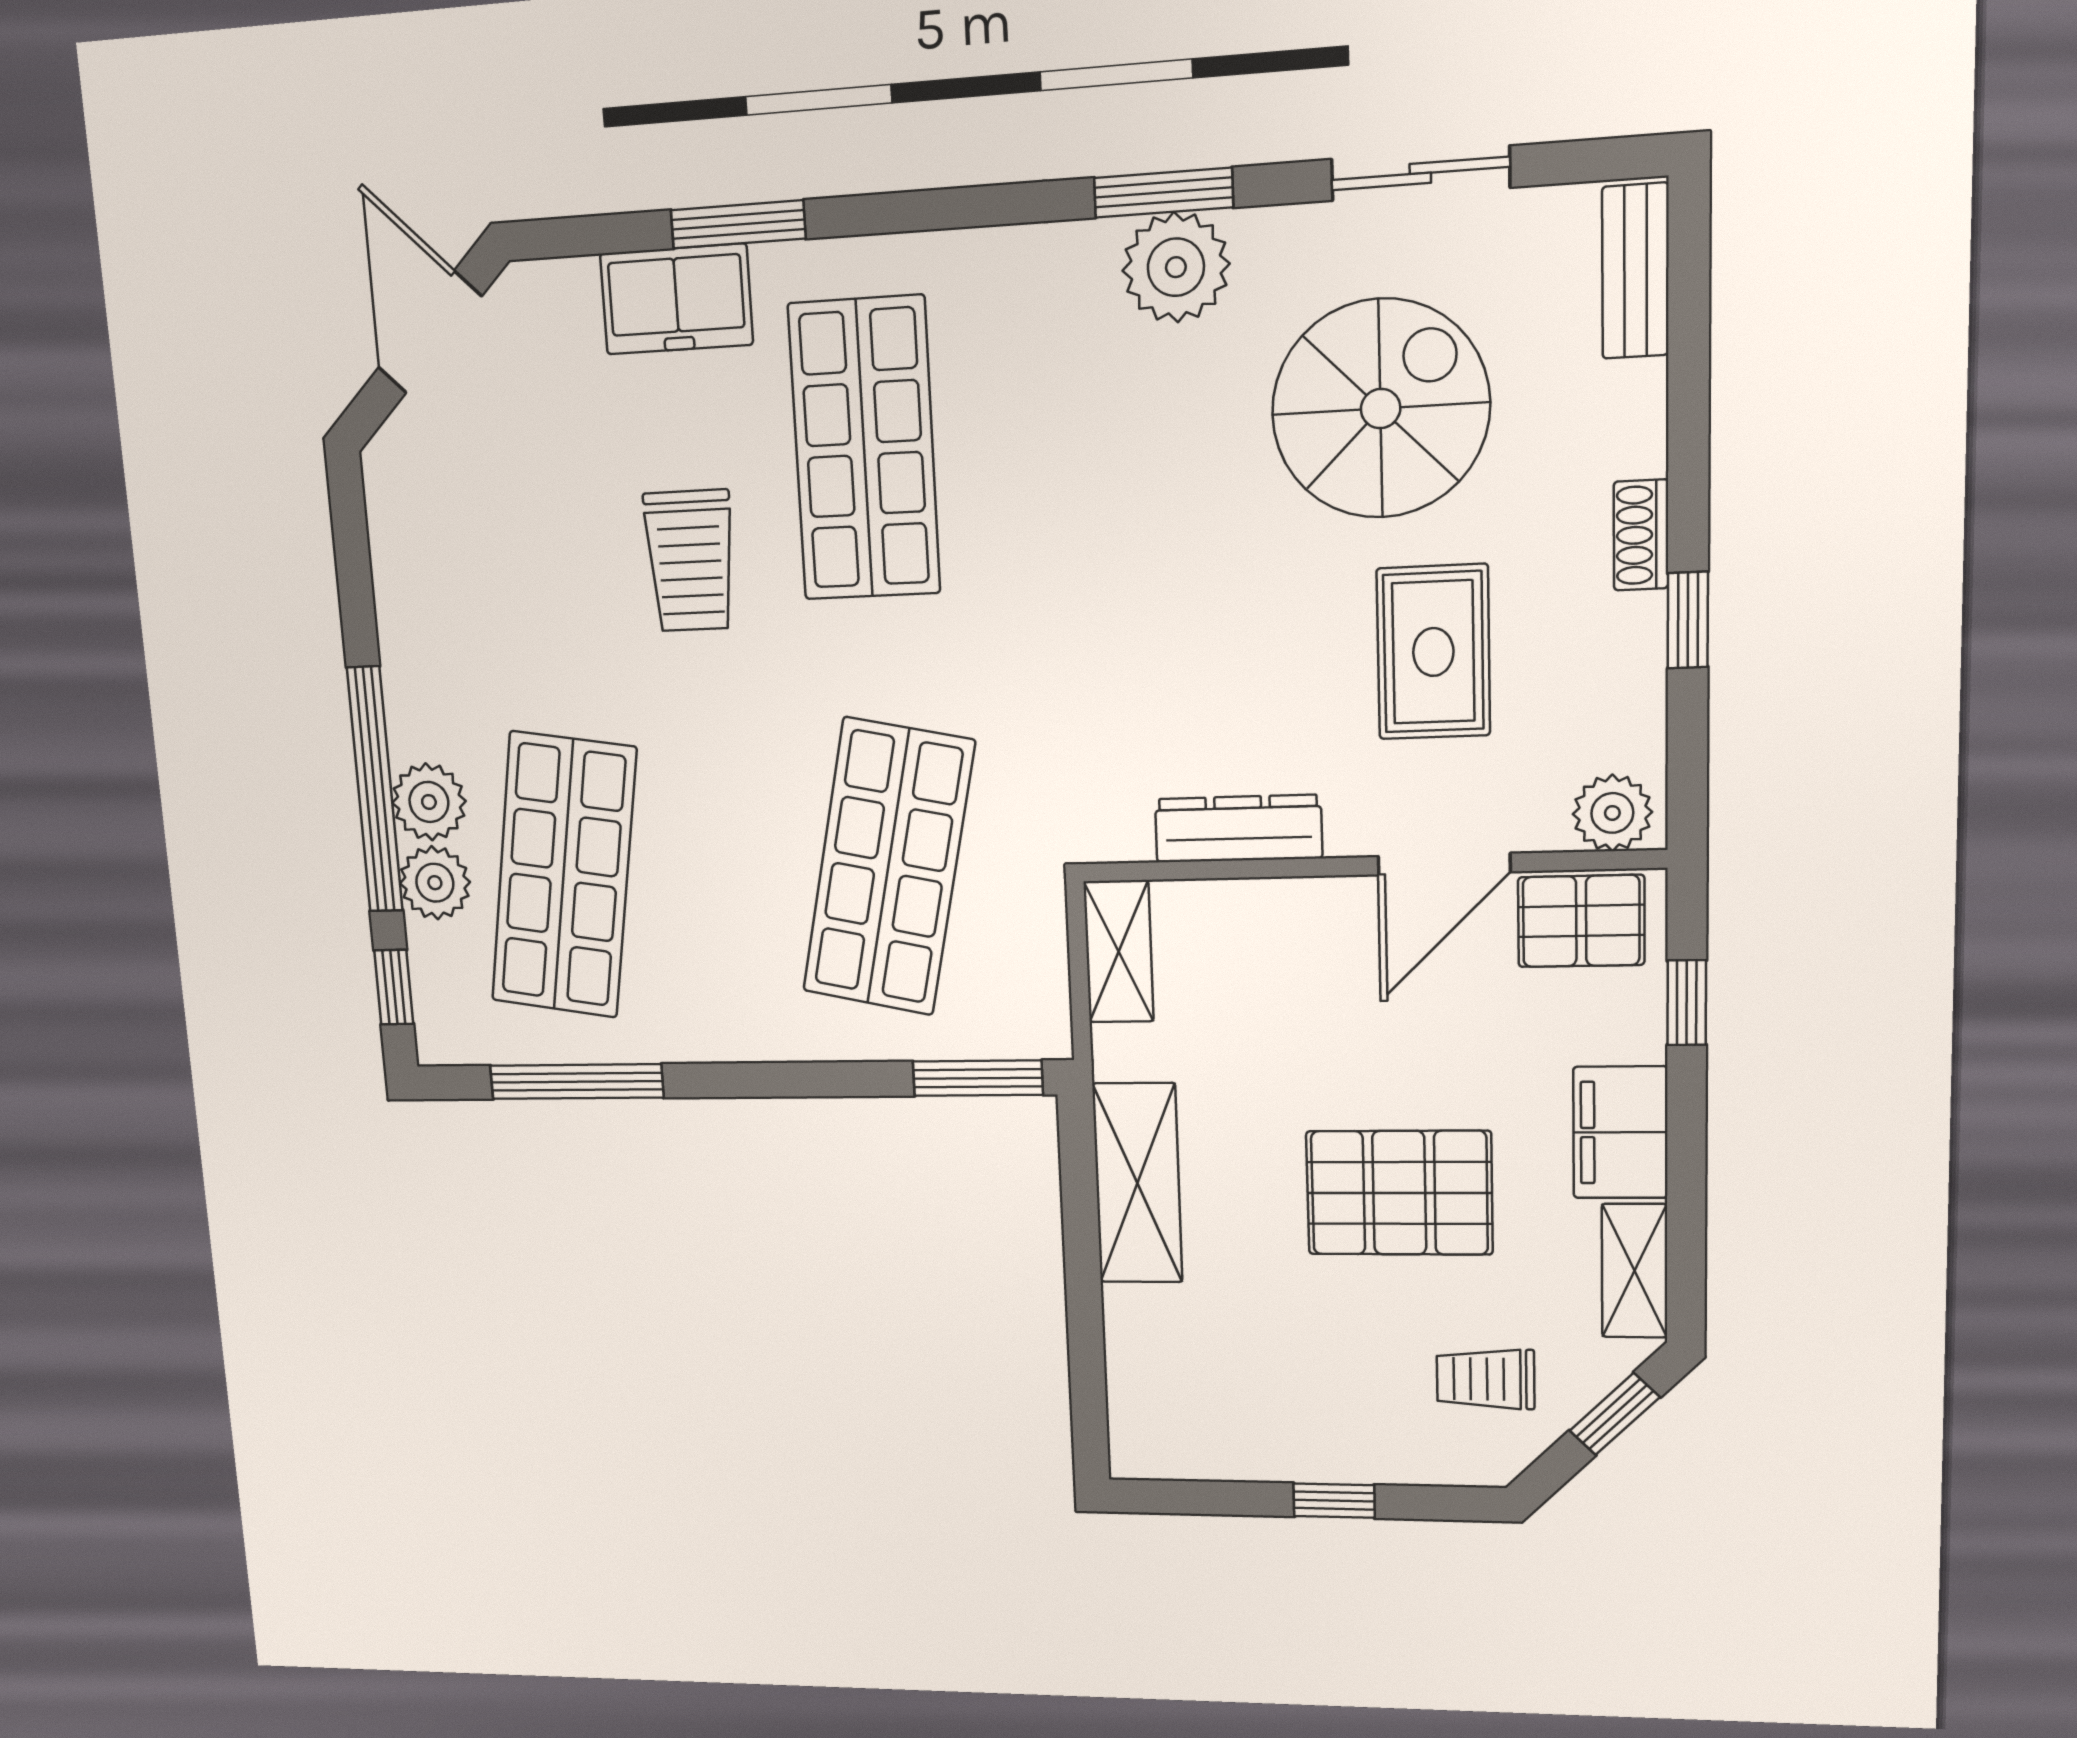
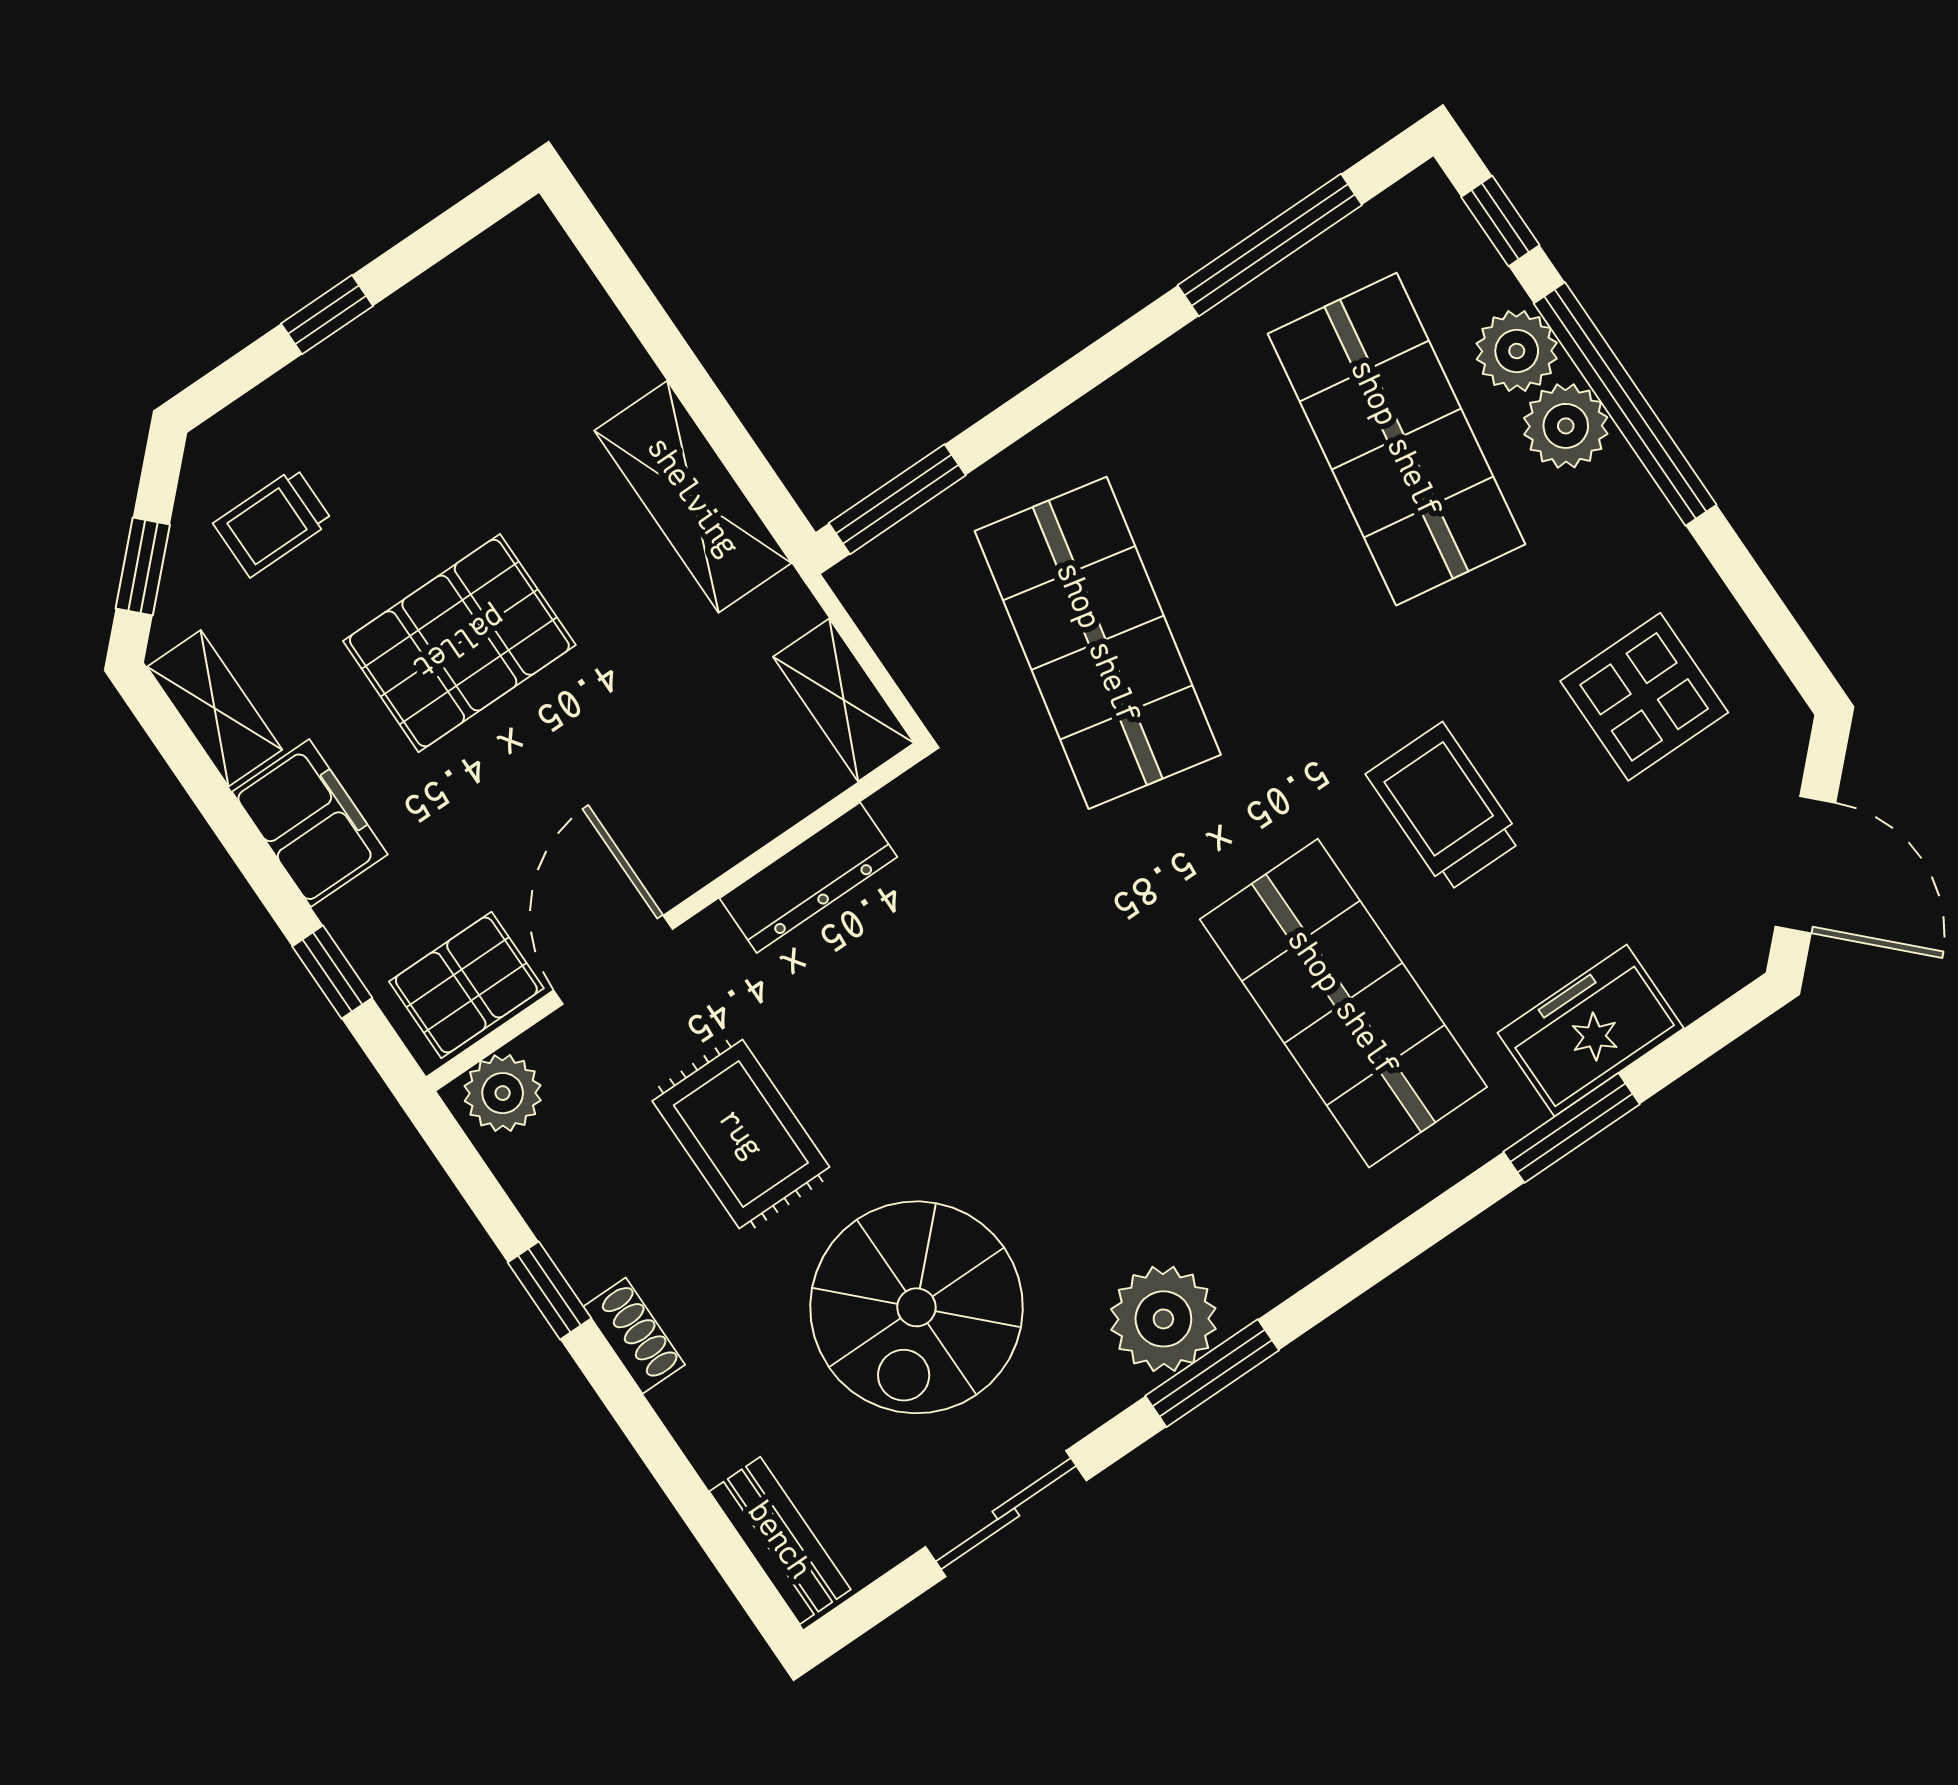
display table: (484, 551) -> (1644, 697), added
trolley: (1485, 1379) -> (273, 522), turned 180

